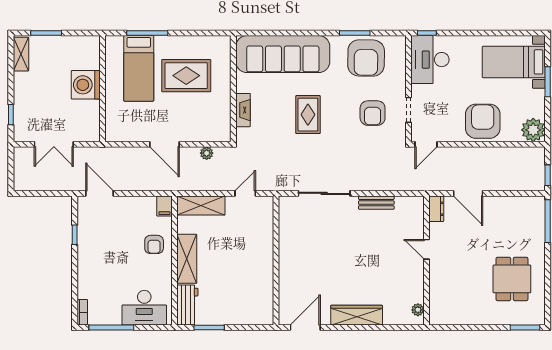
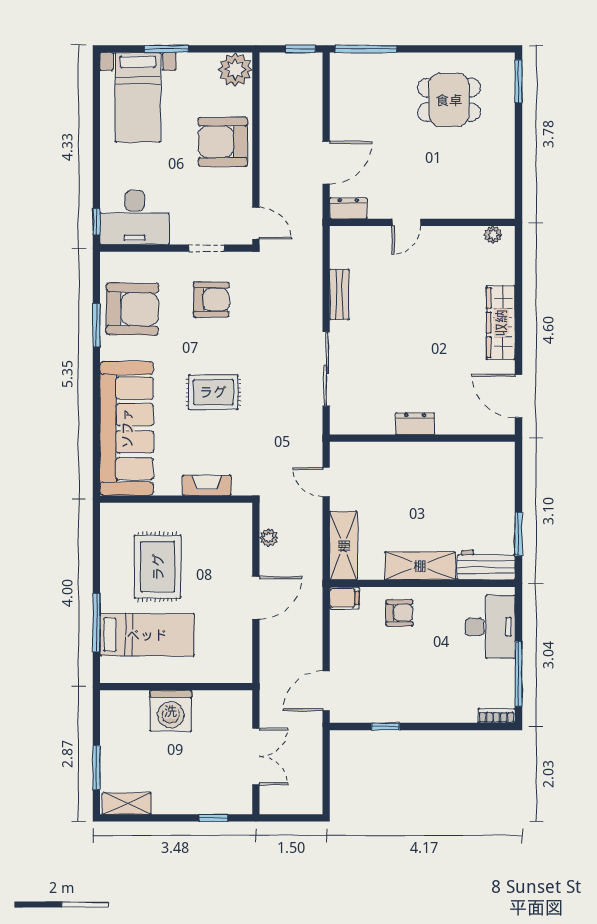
dresser: (286, 255) -> (415, 424), added

